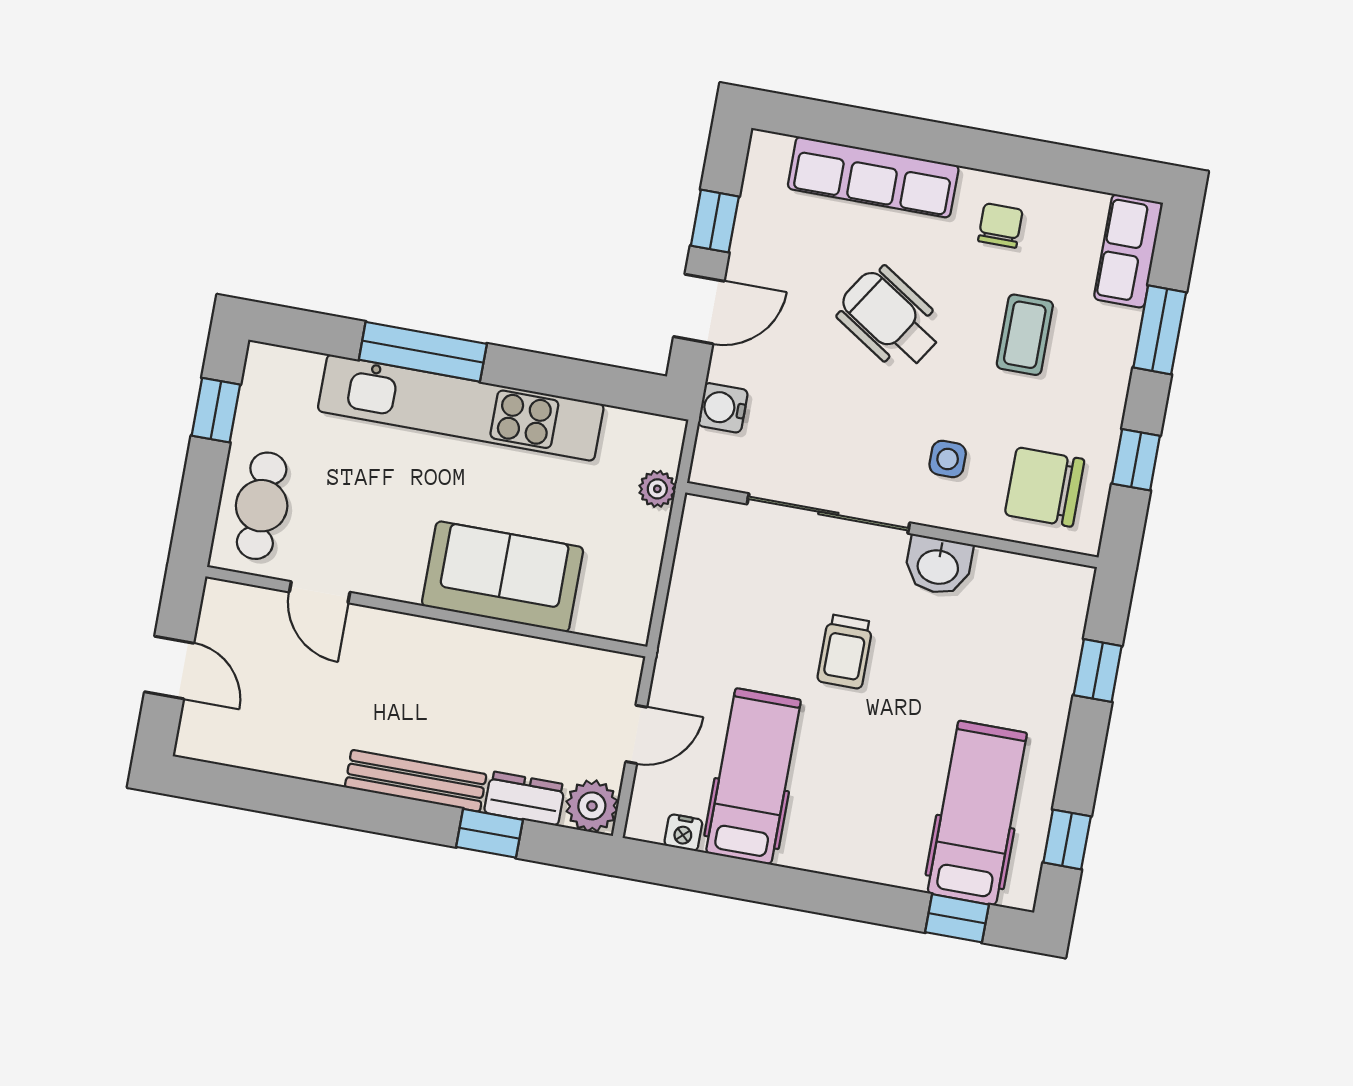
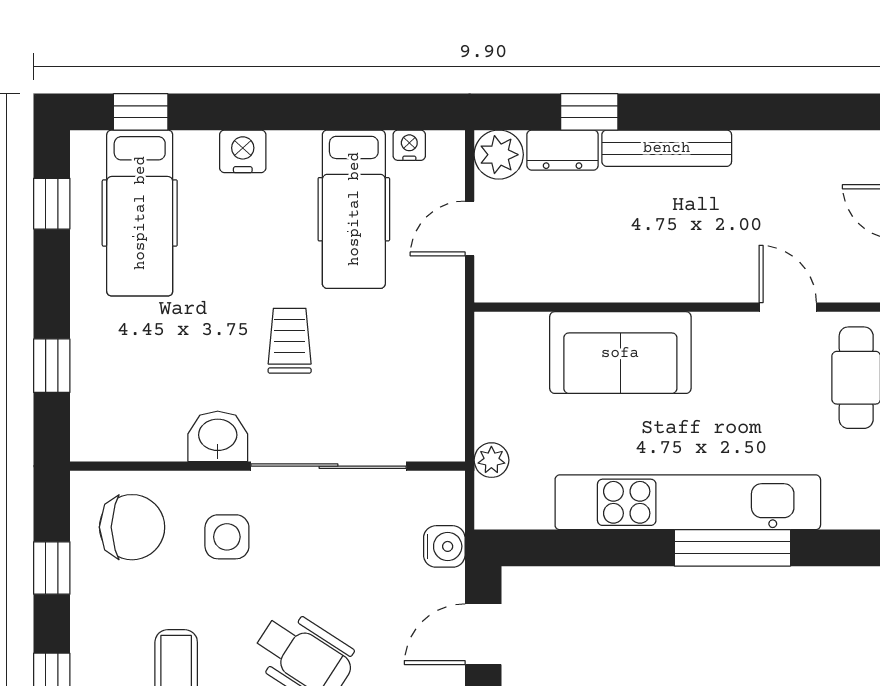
side table: (948, 459) -> (227, 537), width x1.37, depth x1.37
nightstand: (858, 858) -> (243, 151), added

